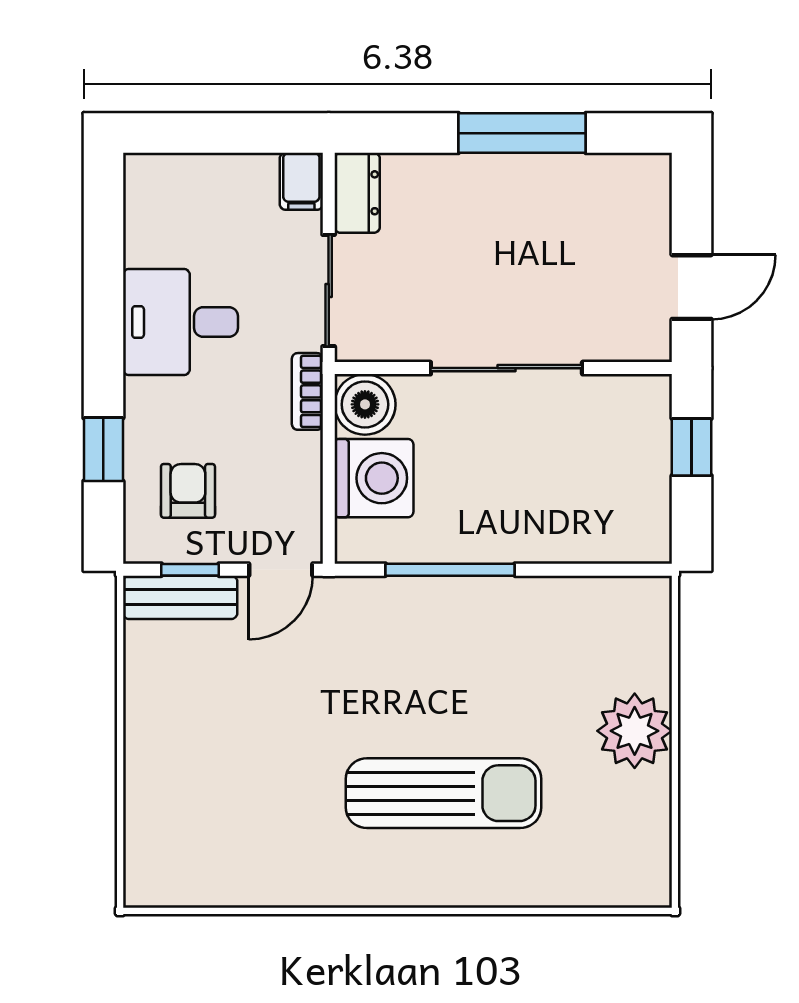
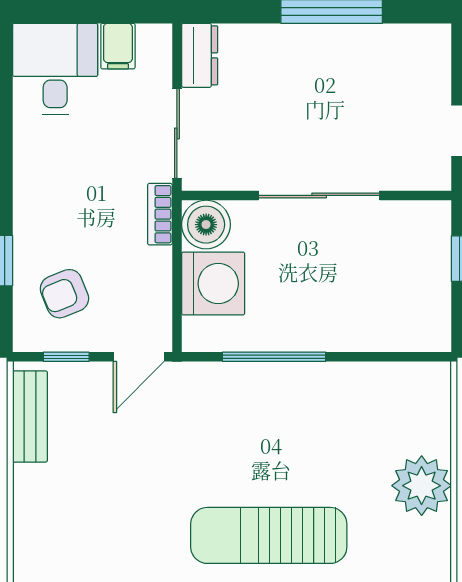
filing cabinet: (301, 181) -> (118, 46), moved
desk: (180, 322) -> (55, 69), moved, turned 90
armchair: (188, 491) -> (64, 294), turned -112
bench: (180, 597) -> (30, 417), moved, turned 90
sun lounger: (443, 793) -> (269, 535), turned 180

